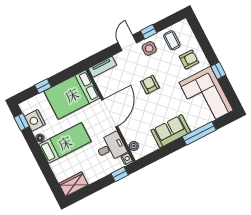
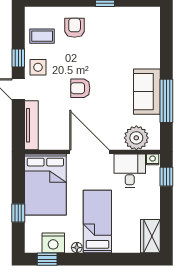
tv unit: (102, 67) -> (31, 125), width x1.41
corner sofa: (206, 96) -> (128, 30), removed
window: (199, 133) -> (166, 101), moved
plant: (134, 146) -> (136, 138), width x1.87, depth x1.87

